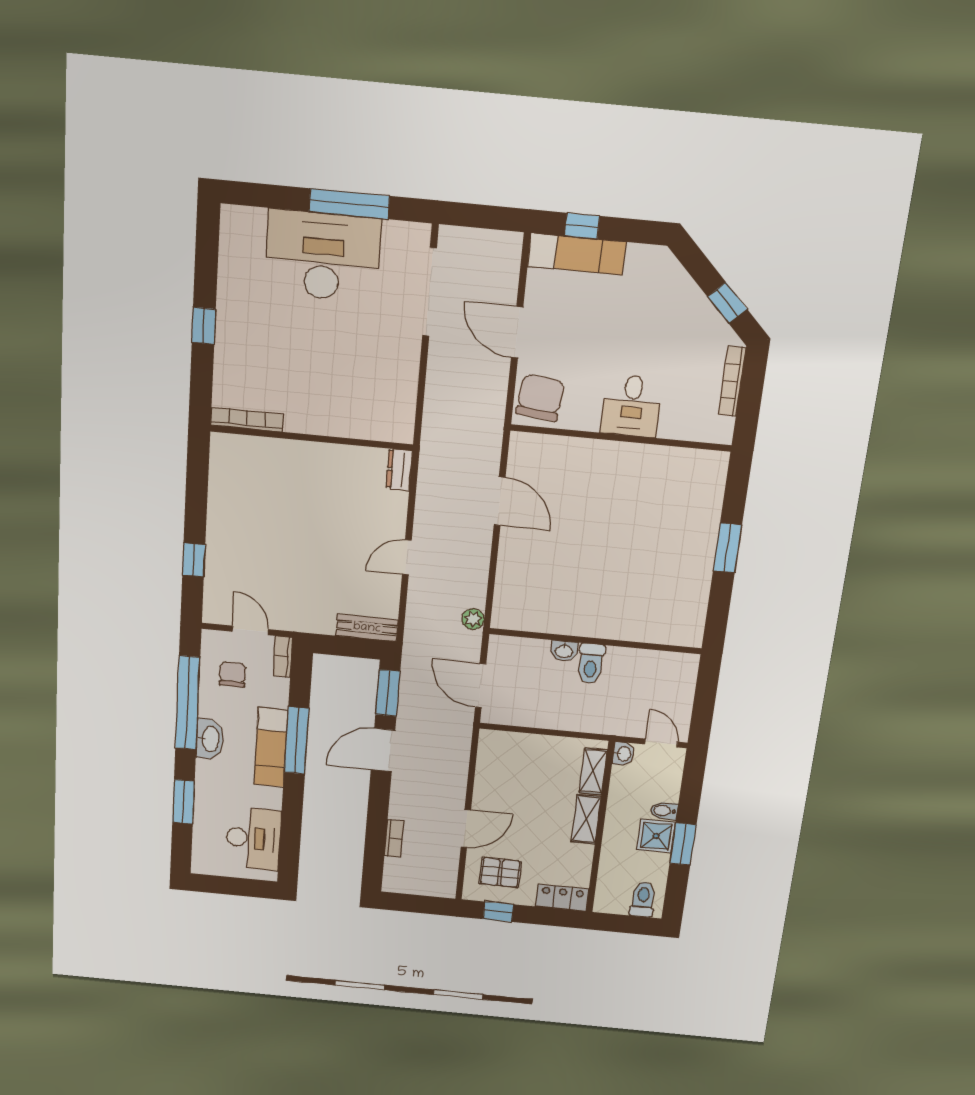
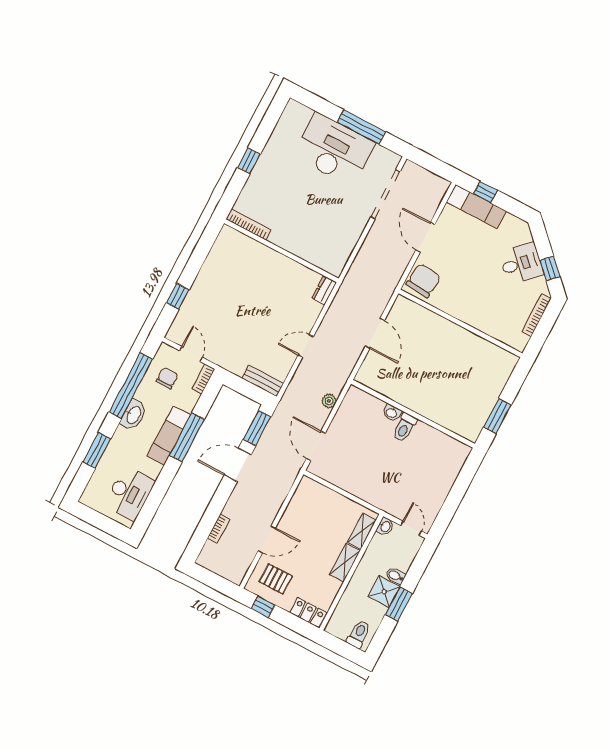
desk: (632, 406) -> (521, 263), moved, turned -135
wall: (595, 641) -> (413, 414), moved
washbasin: (564, 651) -> (392, 413), moved
toilet: (591, 663) -> (405, 427), moved

